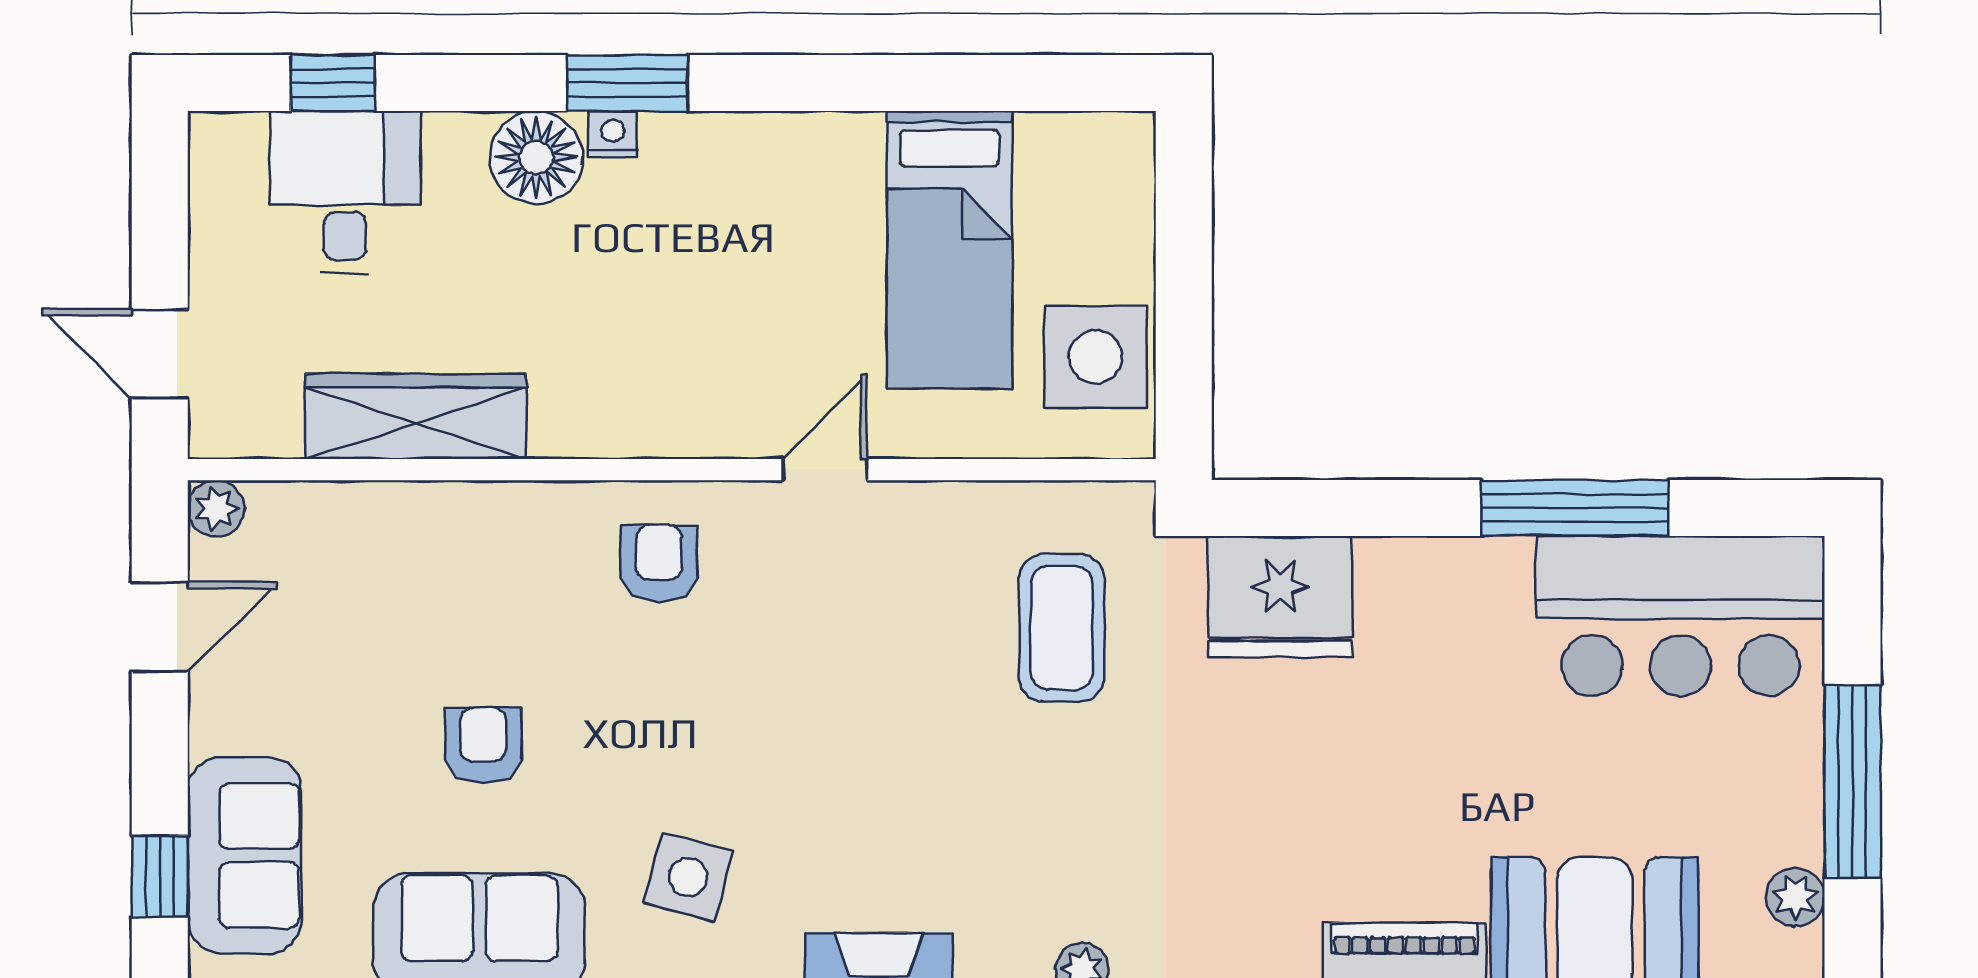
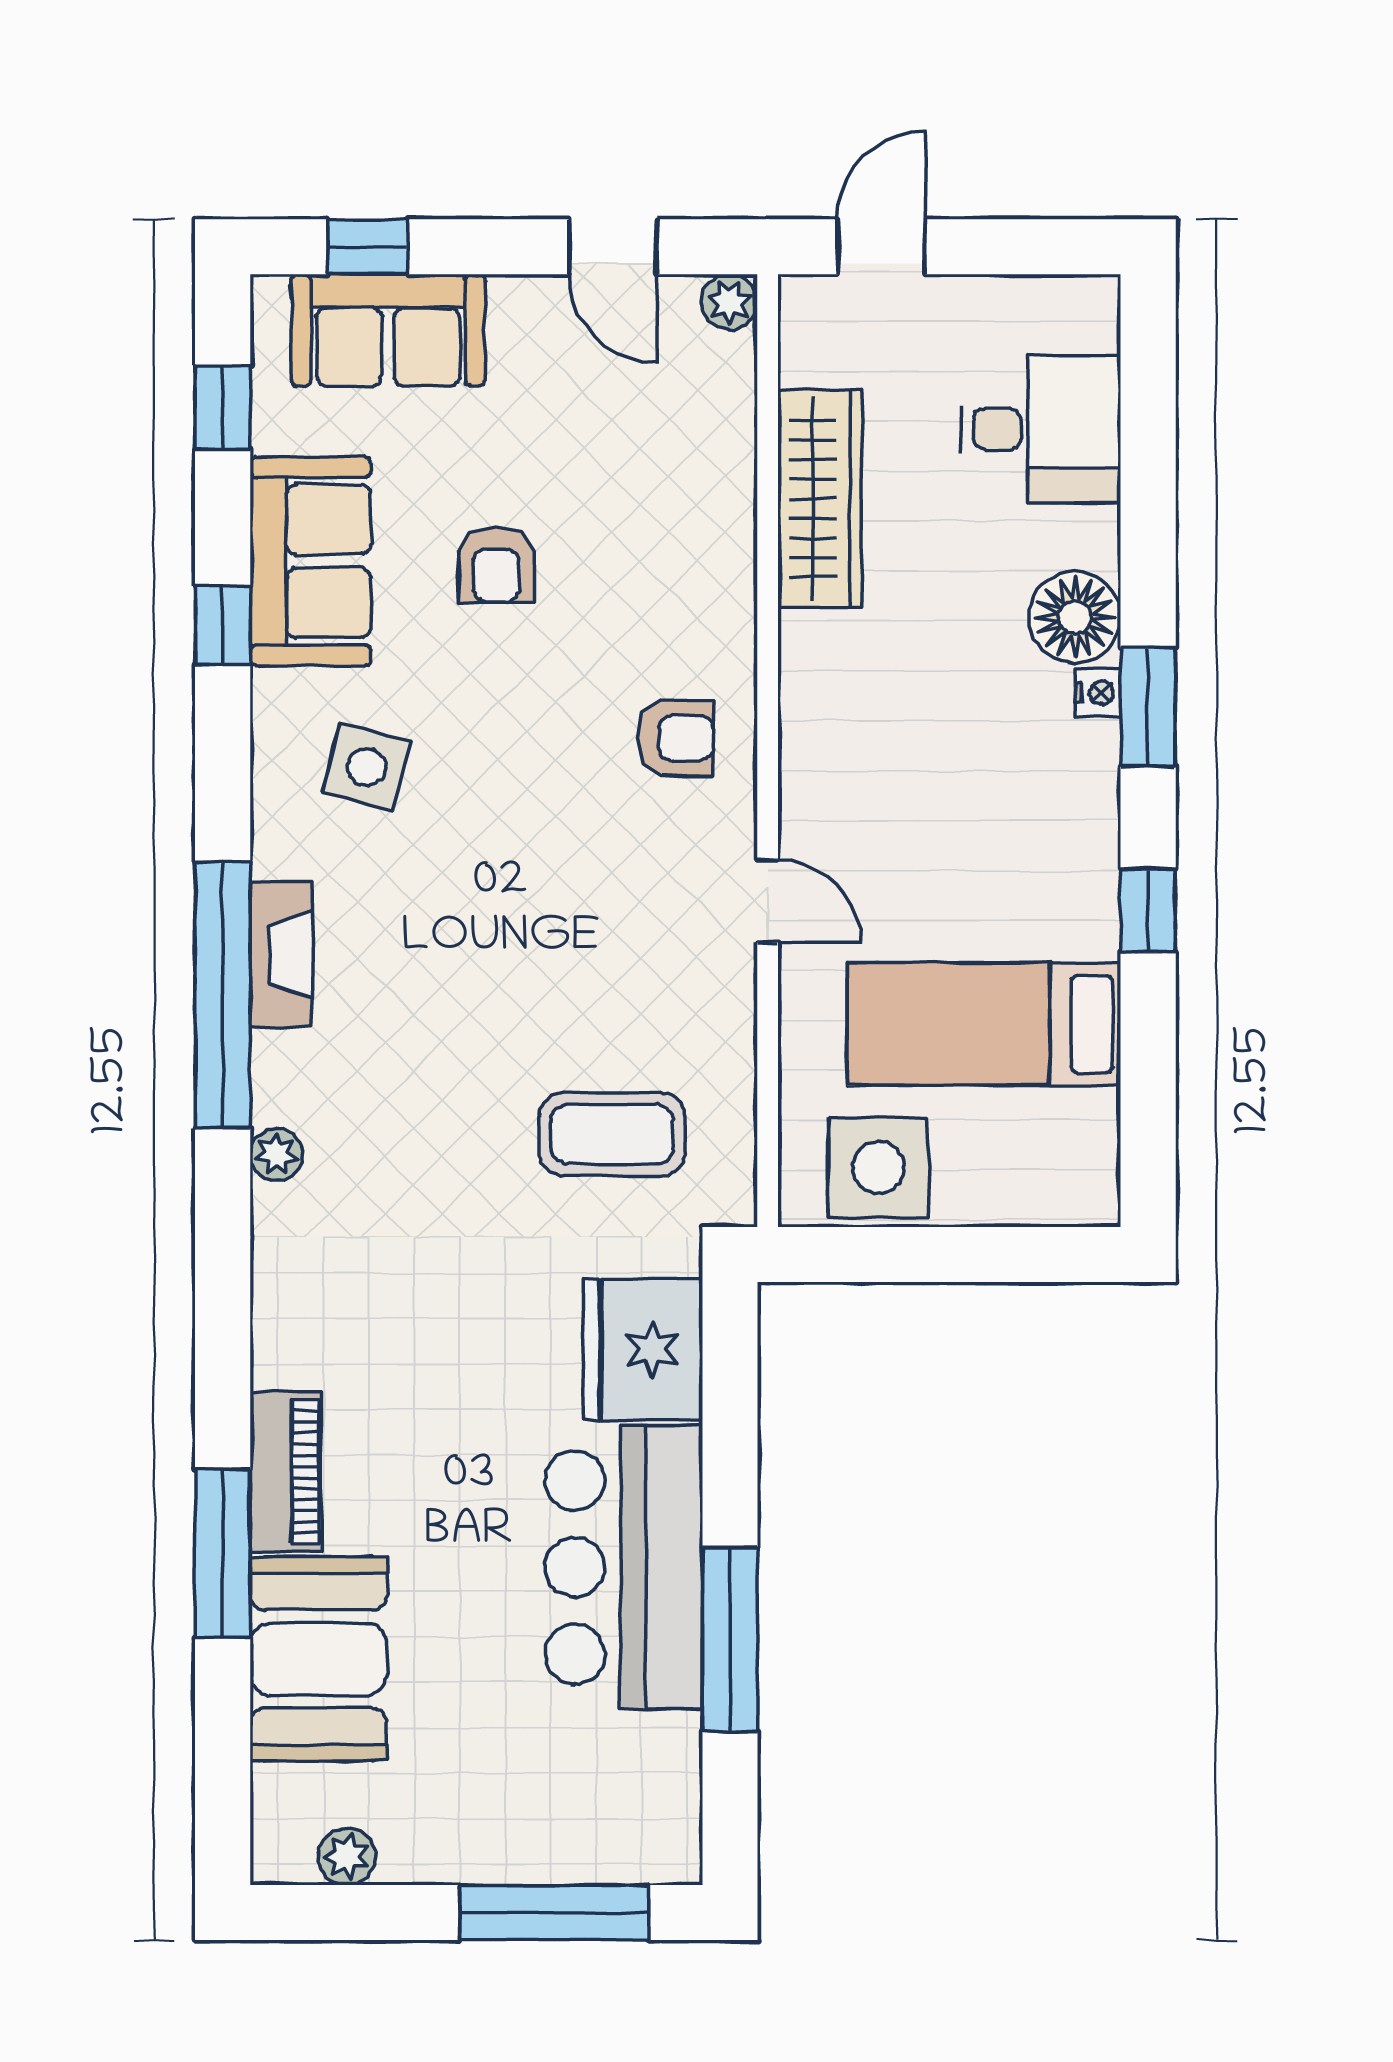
window: (333, 83) -> (1148, 911), moved
bar counter: (1680, 616) -> (624, 1567), moved
armchair: (483, 745) -> (496, 565), turned 90
window: (1852, 782) -> (554, 1913), moved

